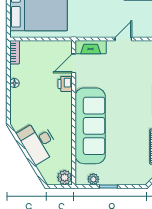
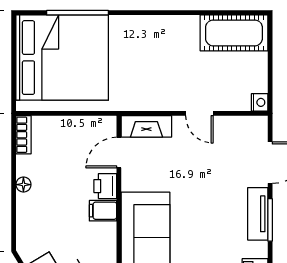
door: (123, 39) -> (199, 113), swing flipped
filing cabinet: (64, 99) -> (103, 211), added

